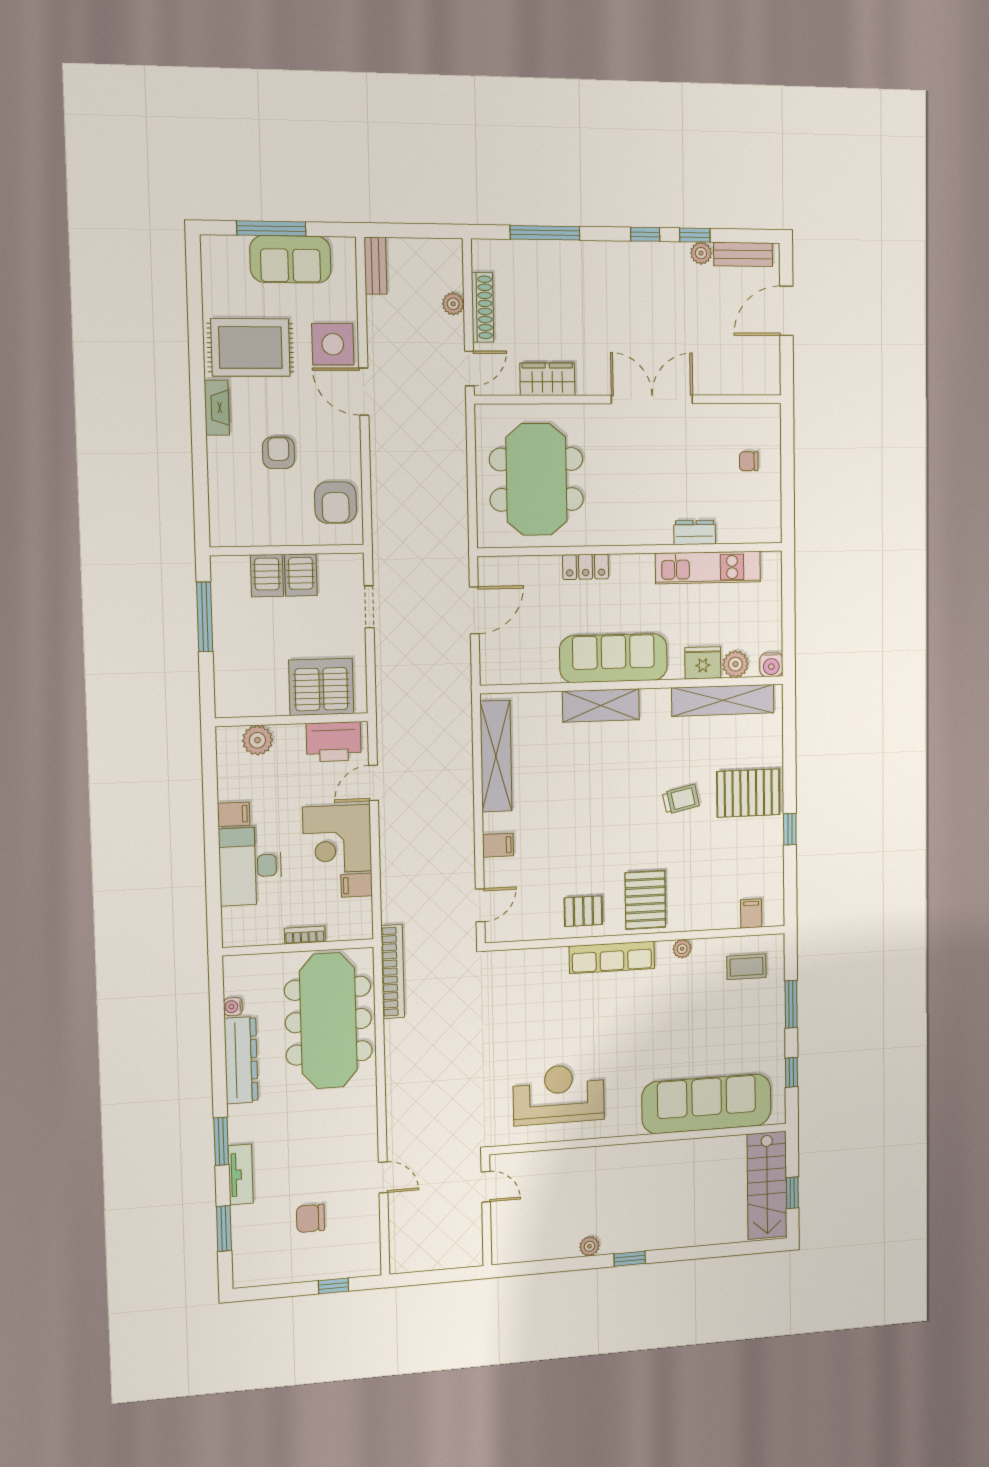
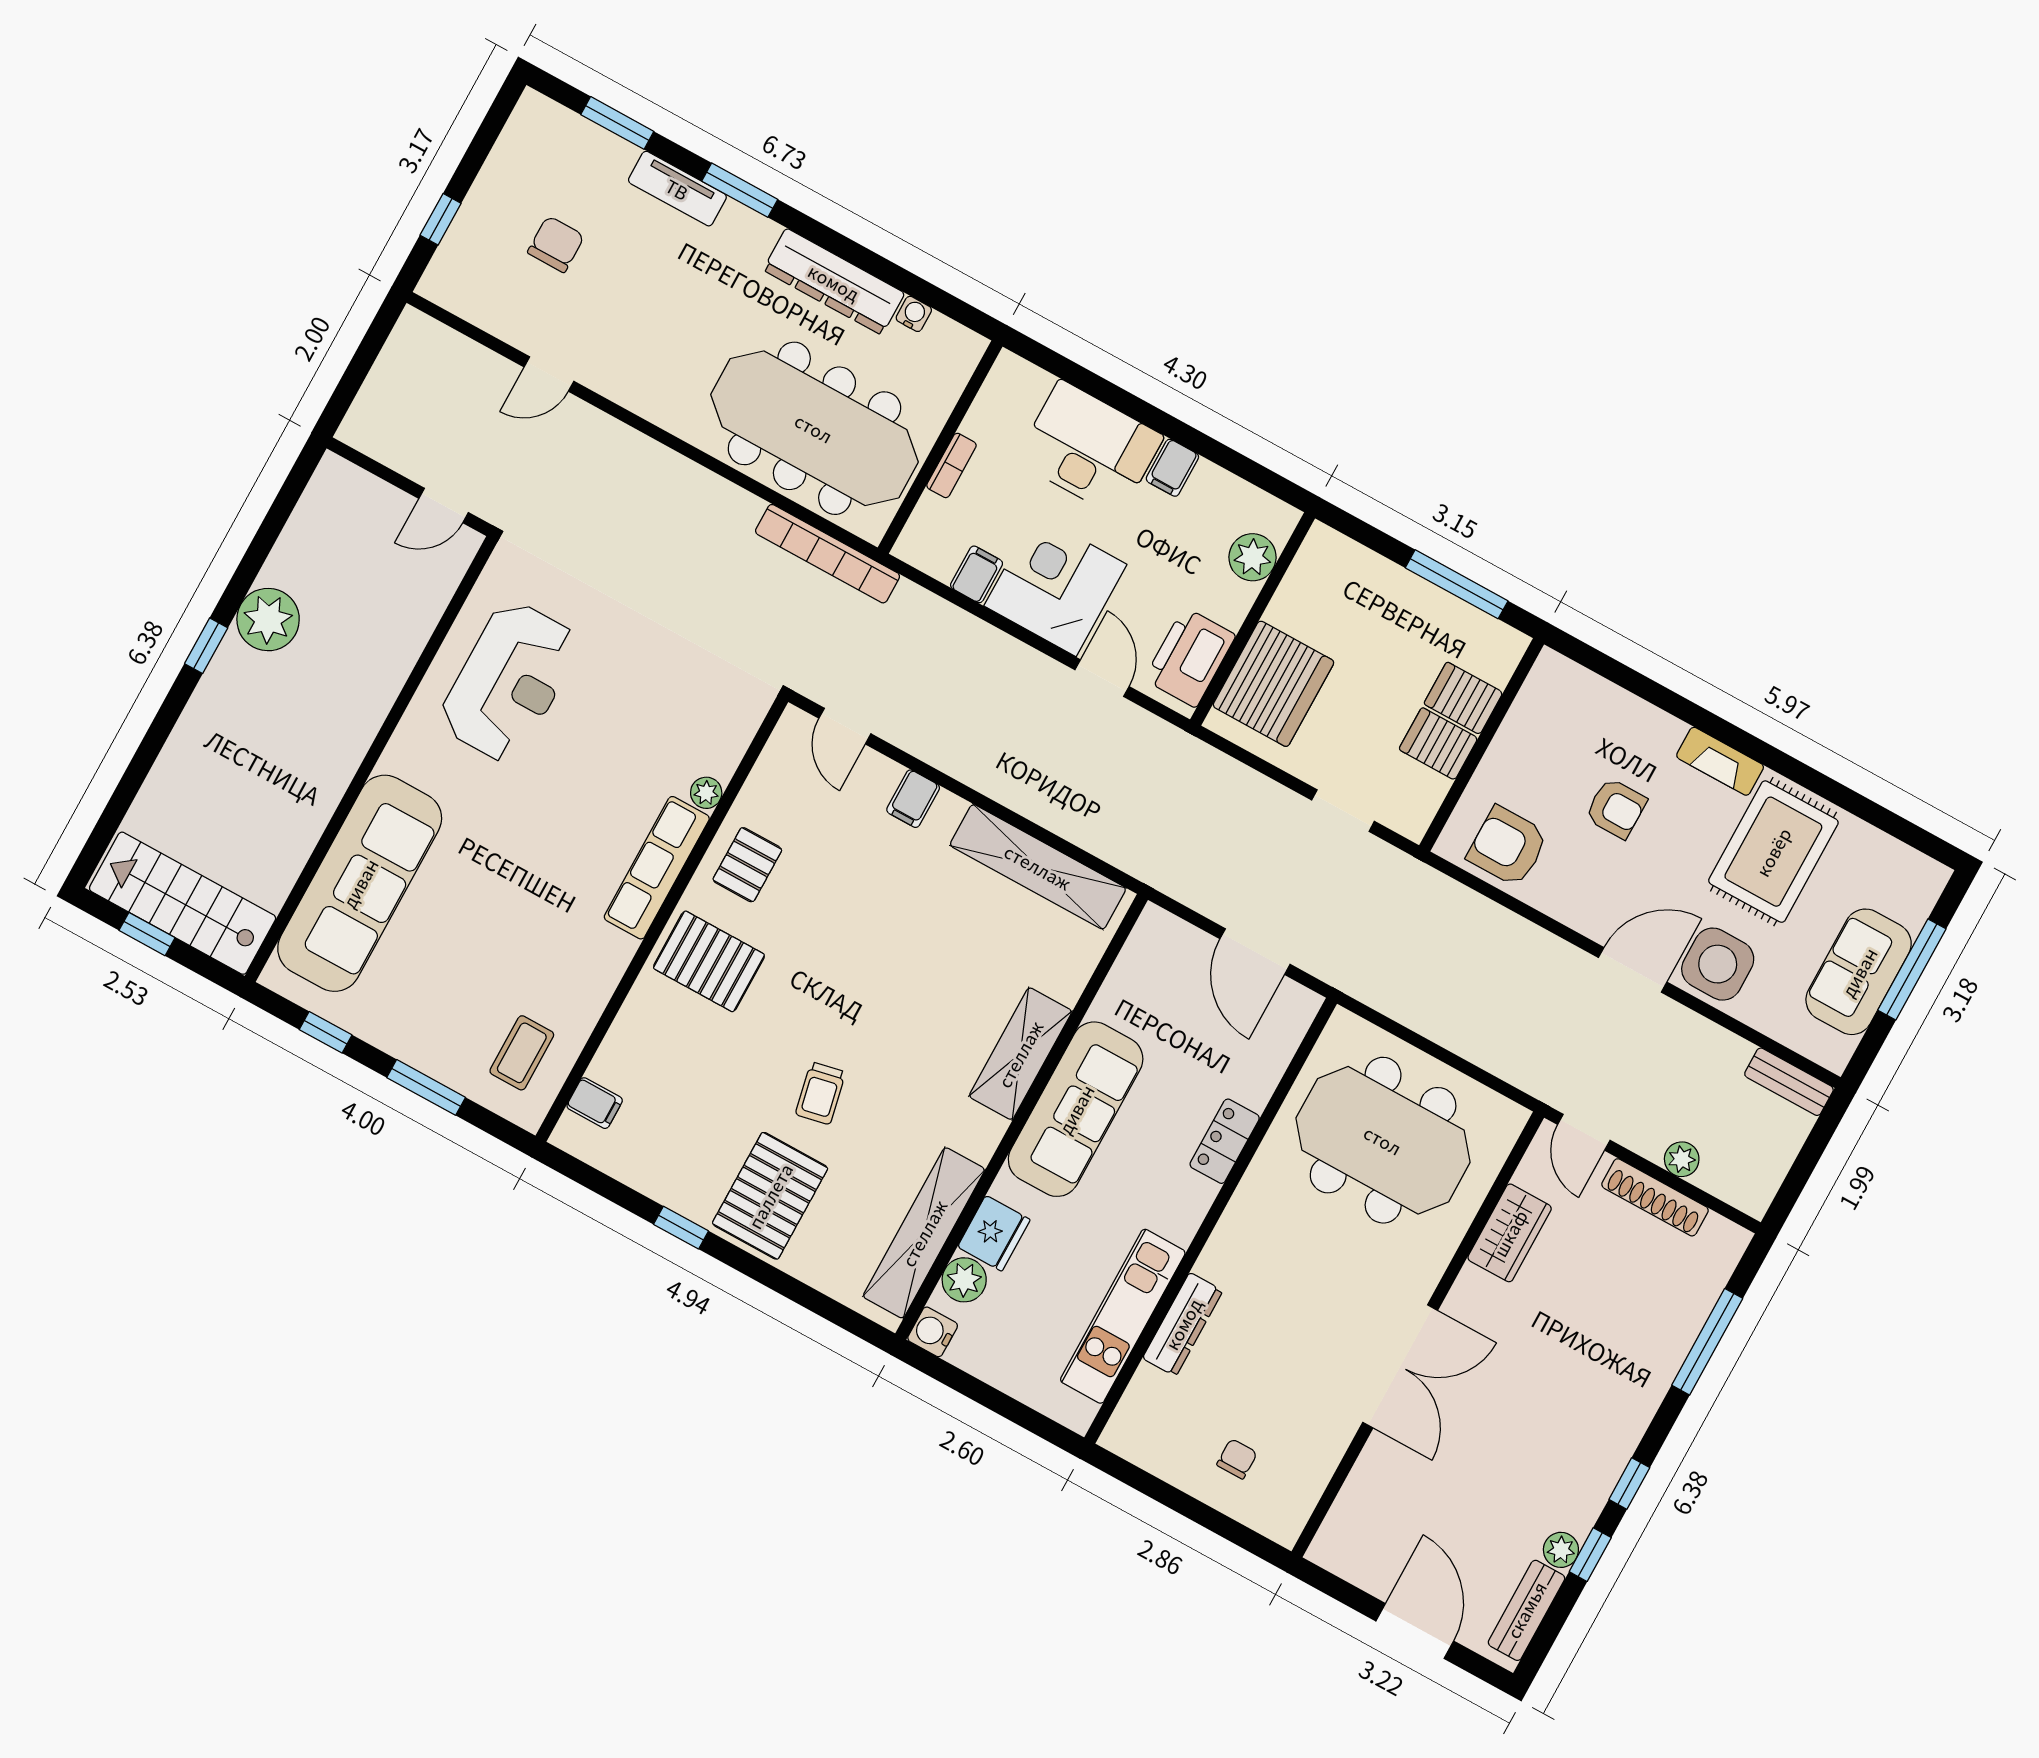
dresser: (695, 532) -> (1183, 1324), width x1.44
plant: (682, 949) -> (706, 793), moved
plant: (589, 1246) -> (268, 620), width x1.88, depth x1.88

